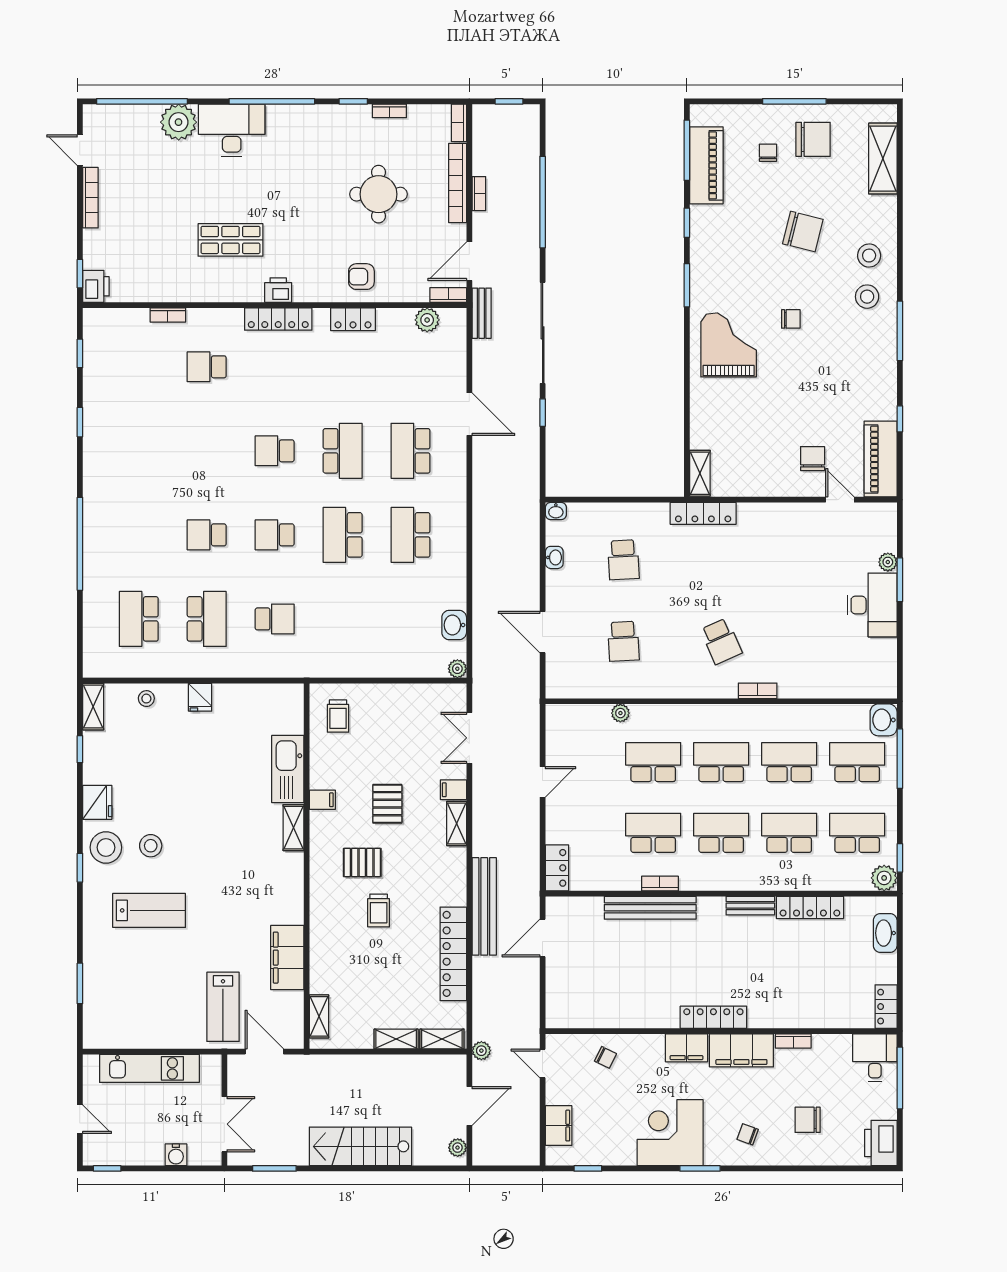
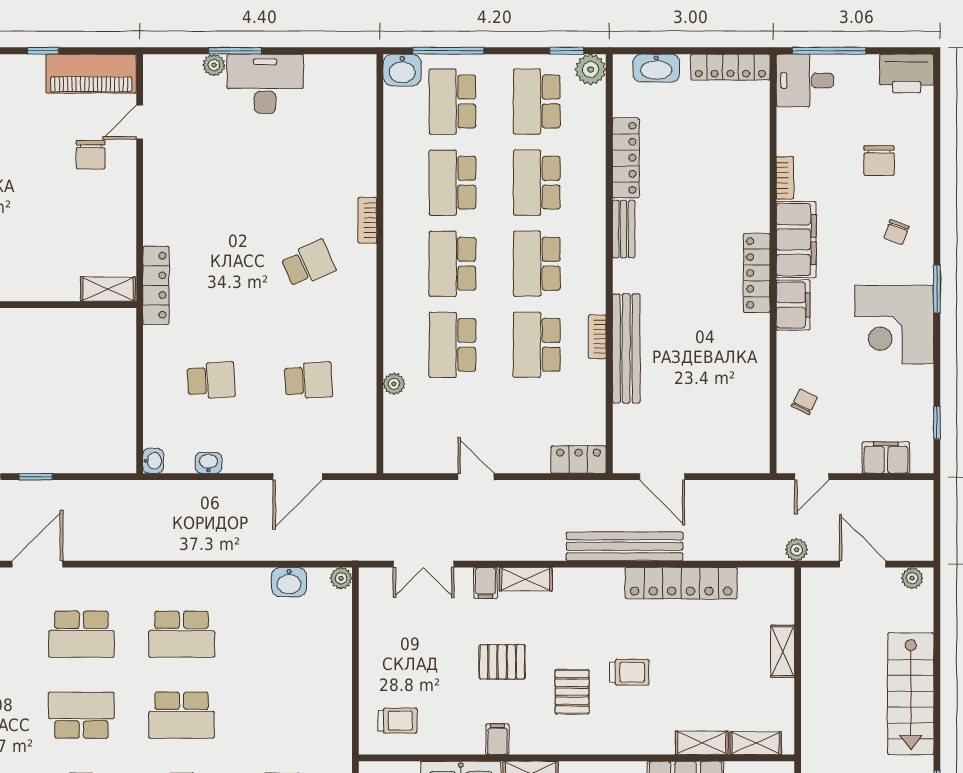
chair: (813, 459) -> (91, 155), turned -90
locker: (886, 1007) -> (730, 67), width x1.53
shelving: (442, 1039) -> (702, 743), moved, turned 90

